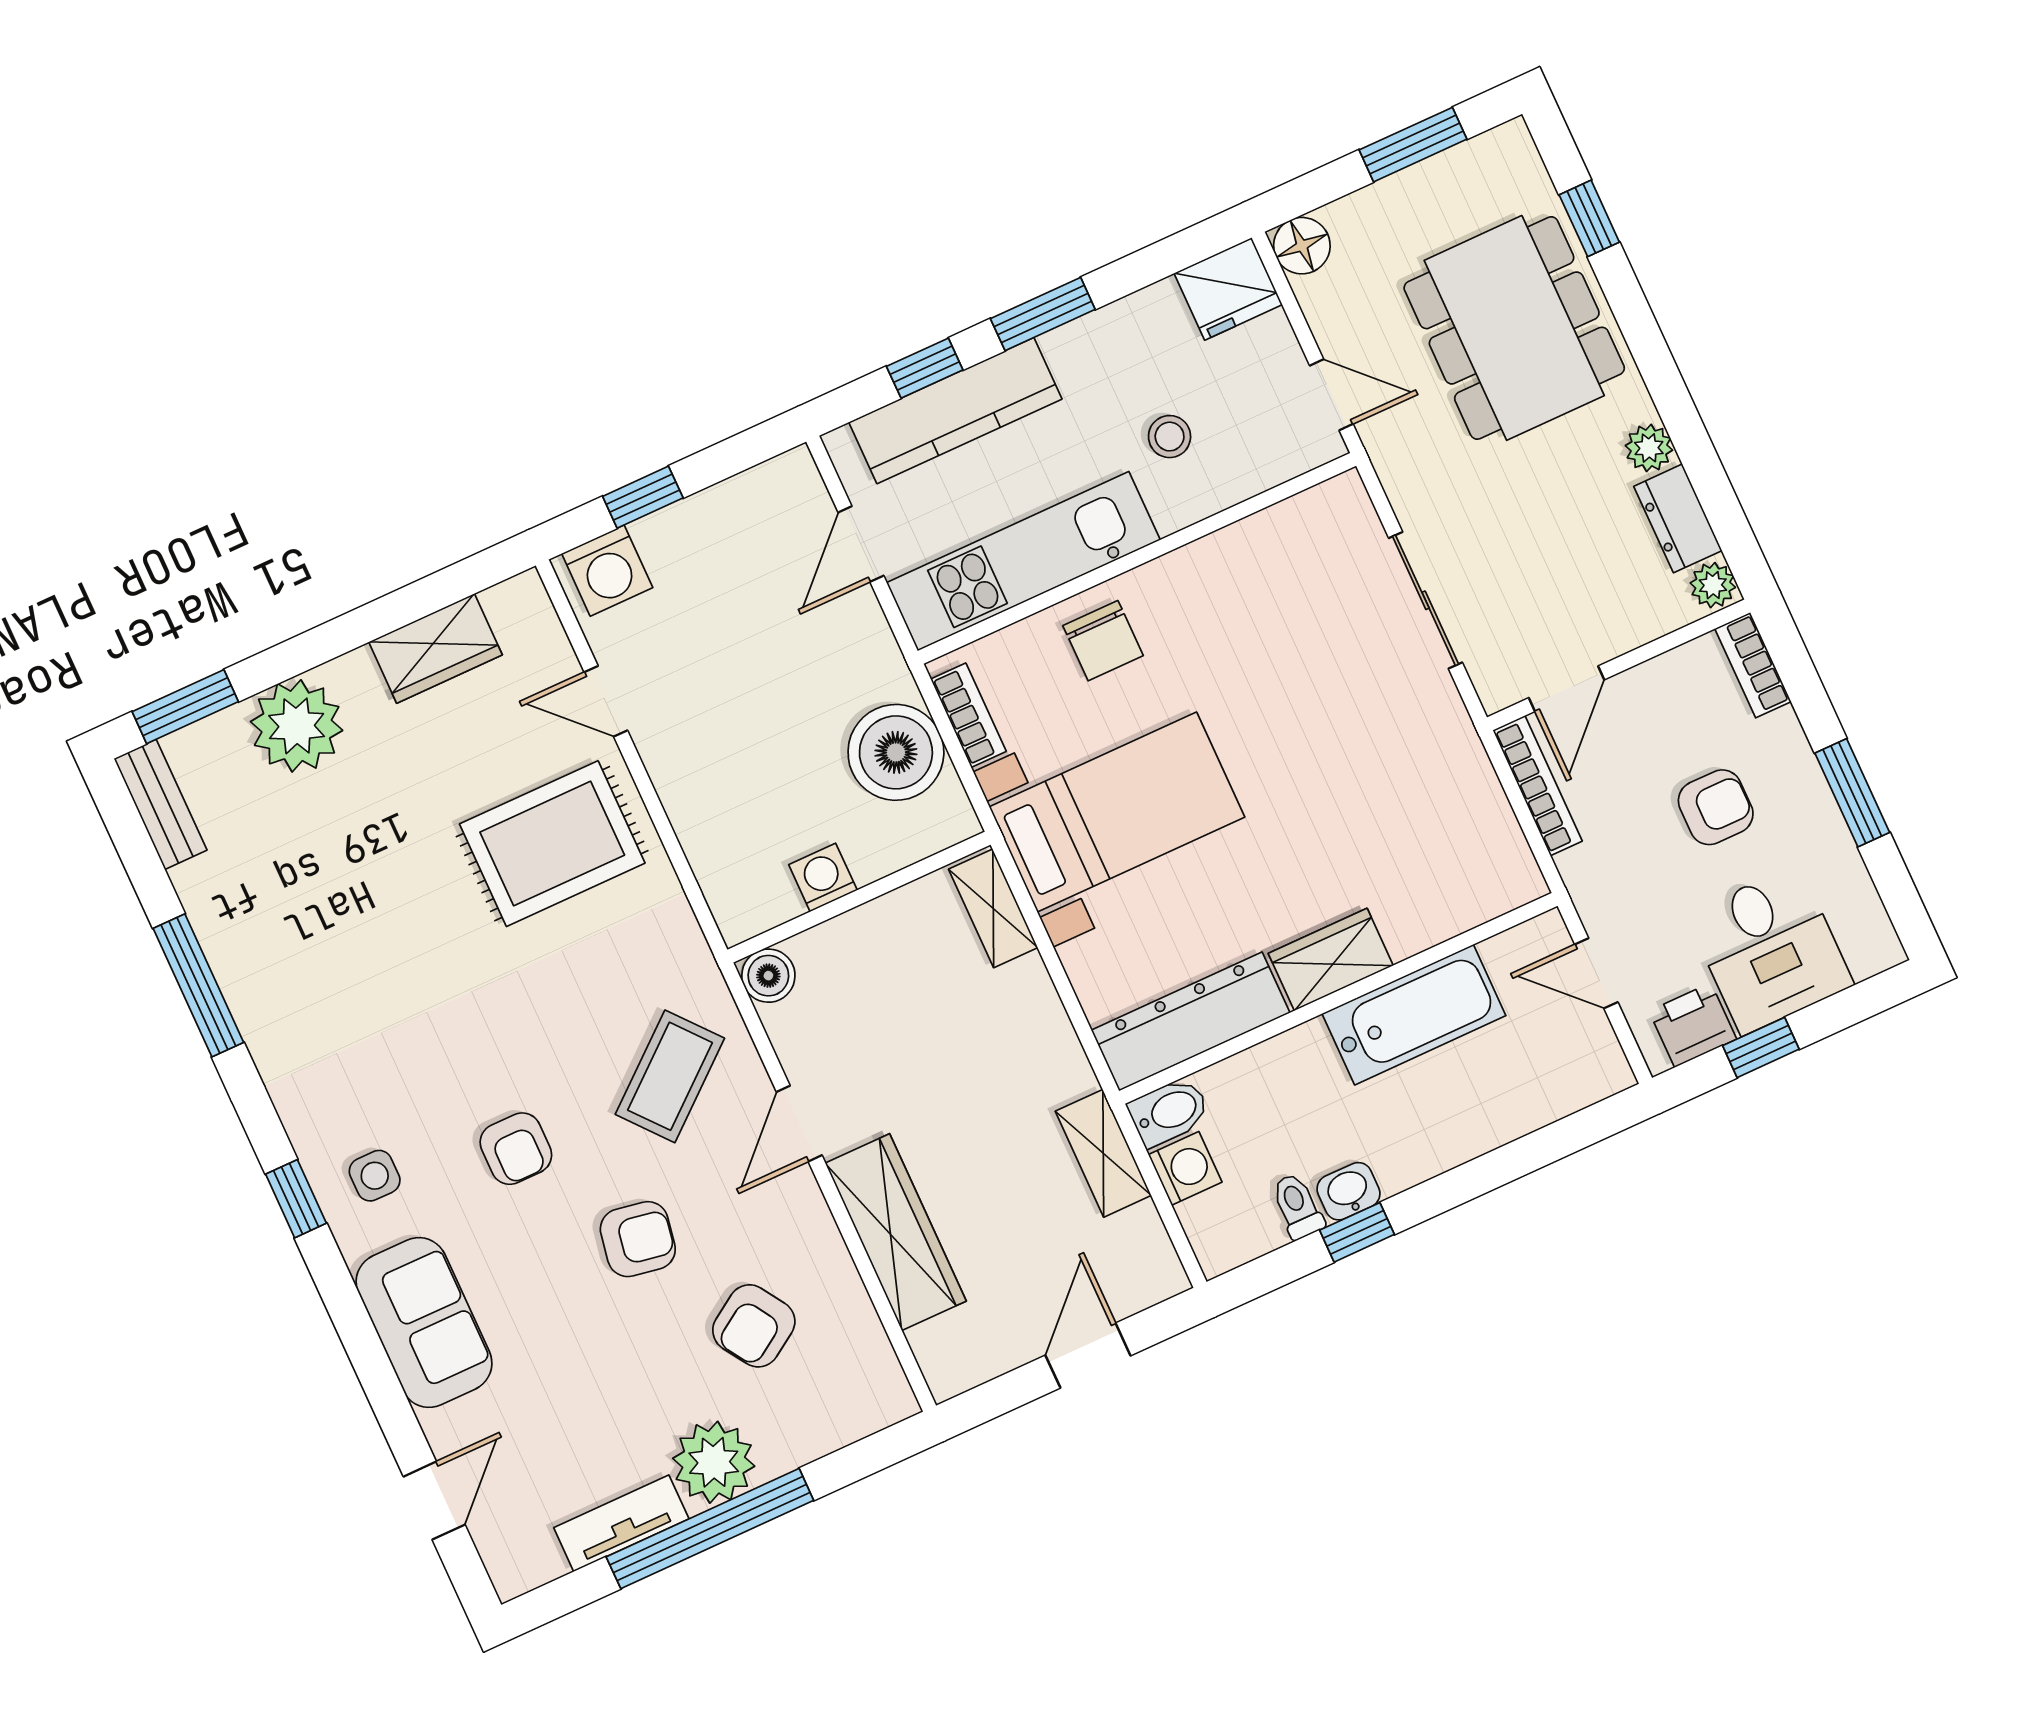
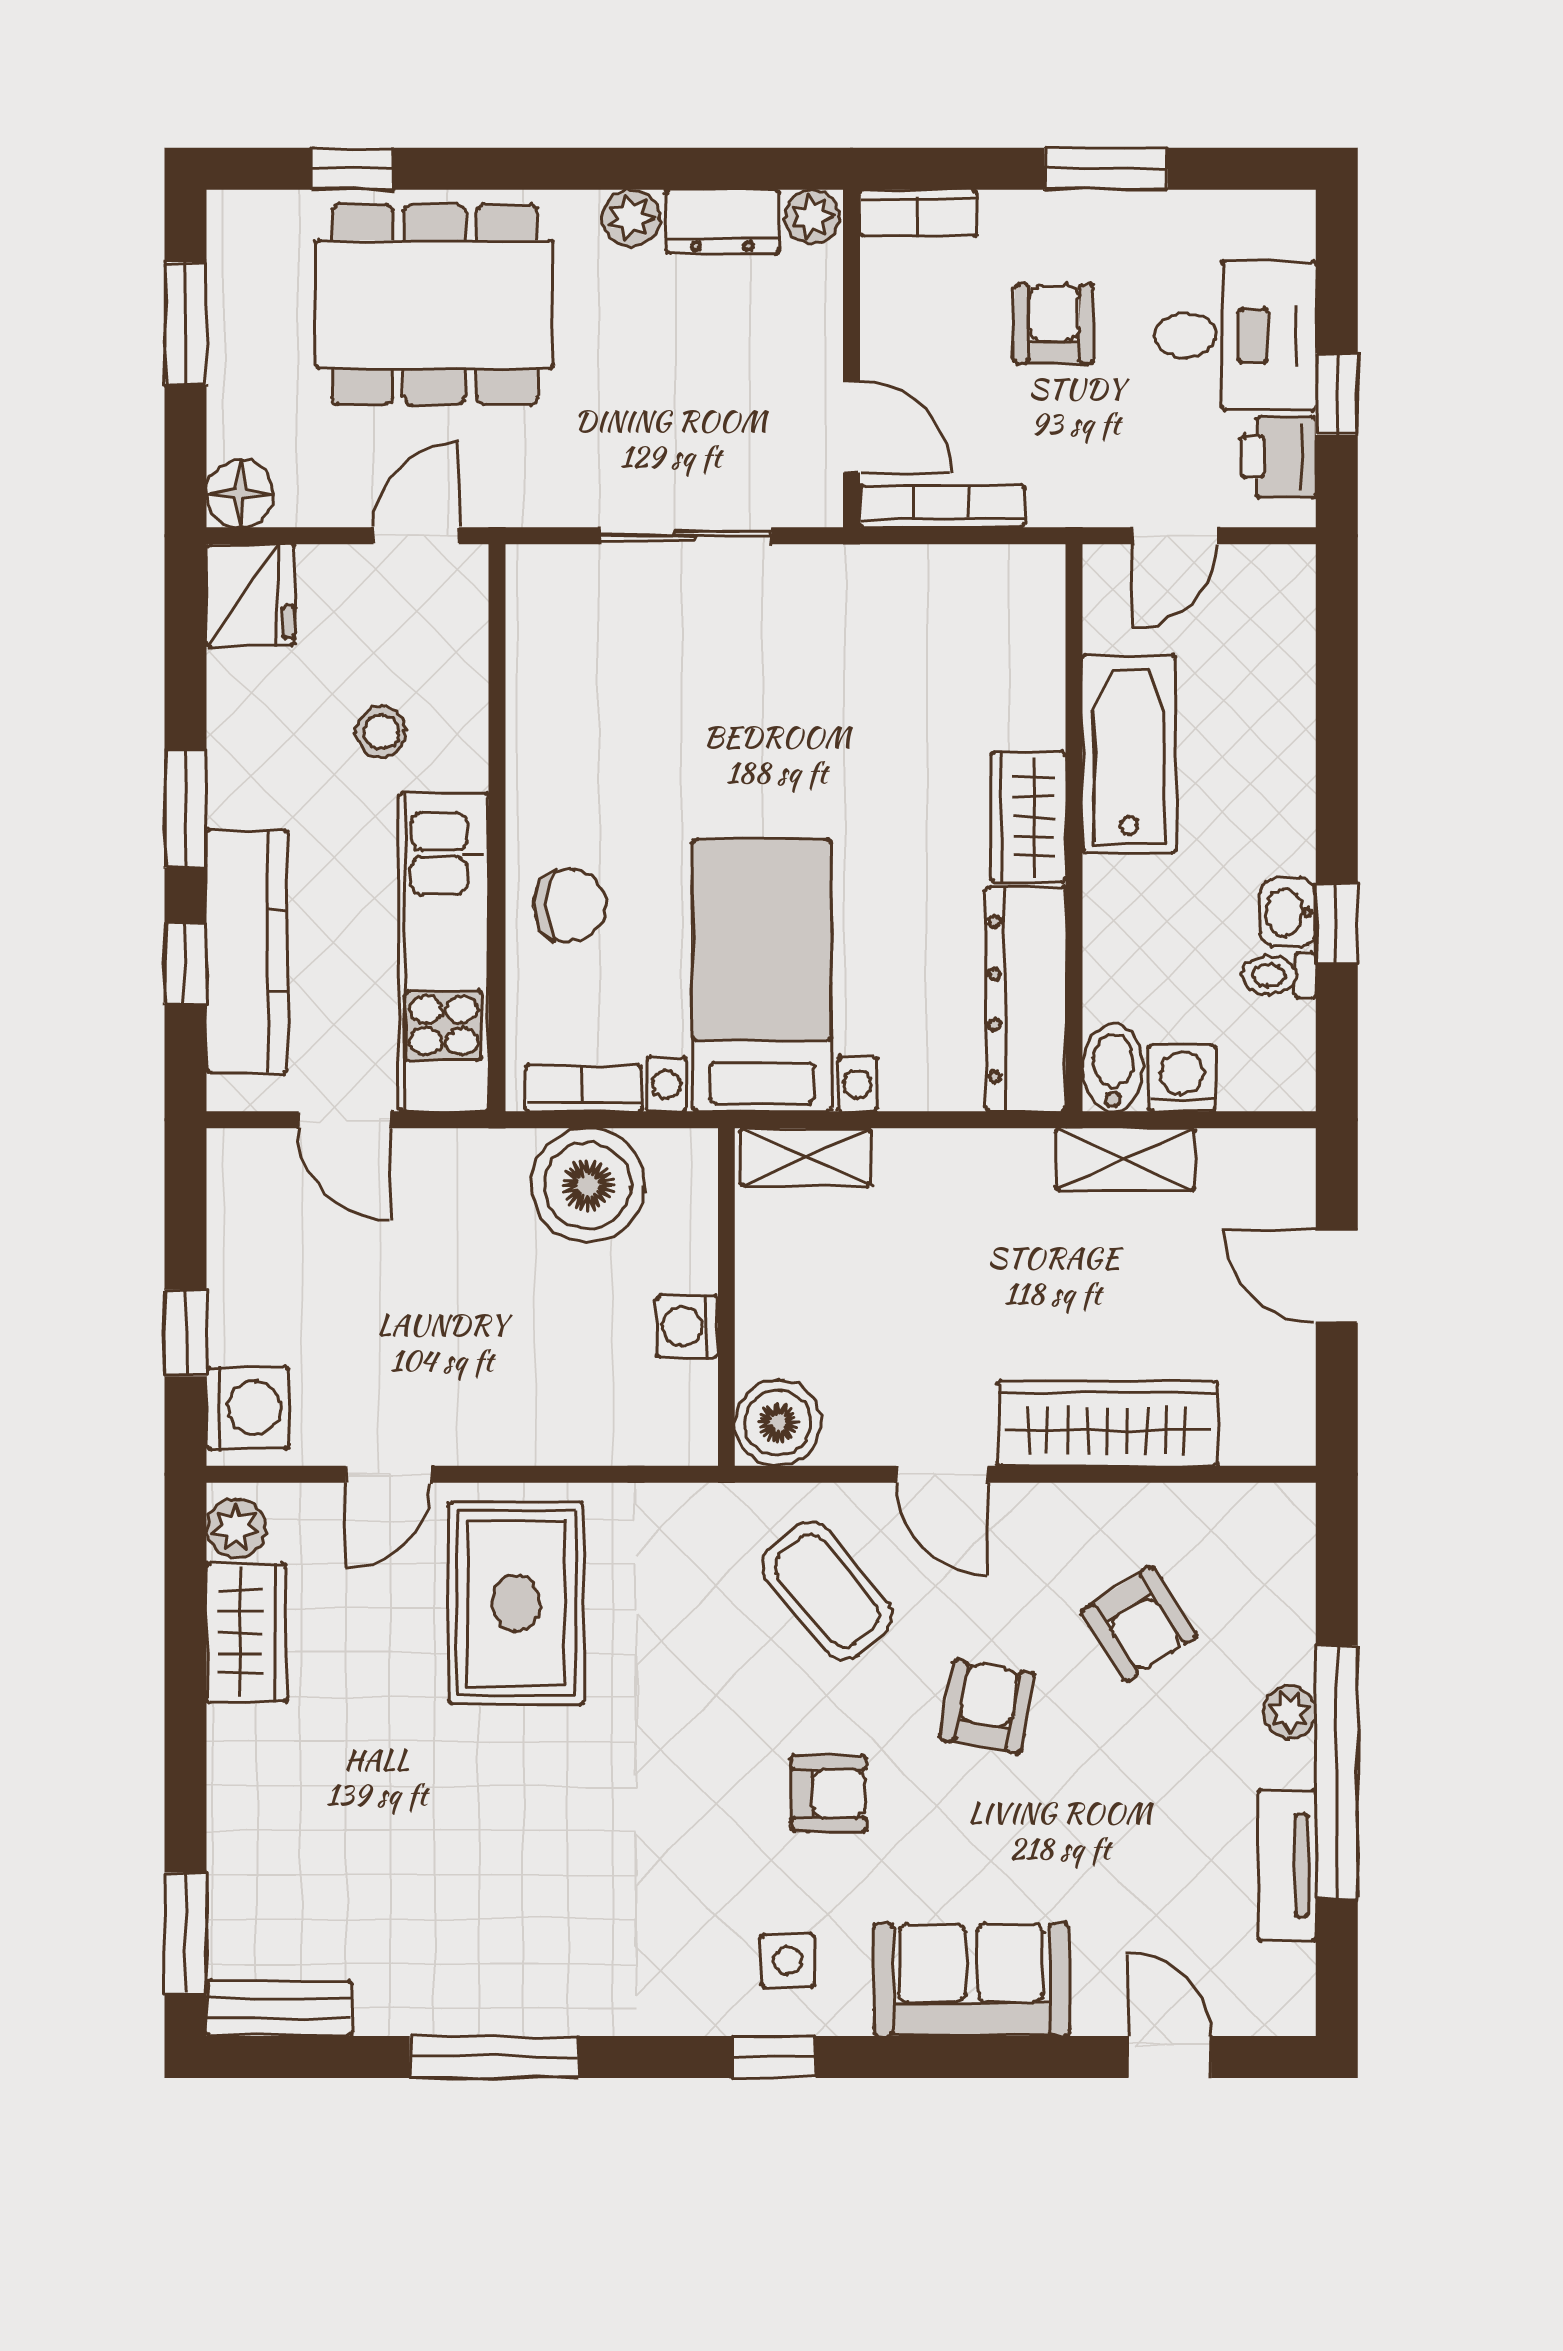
plant: (297, 726) -> (236, 1528), moved, width x0.53, depth x0.53
boiler: (768, 976) -> (778, 1423), width x1.36, depth x1.36
plant: (714, 1462) -> (1290, 1712), width x0.53, depth x0.53

